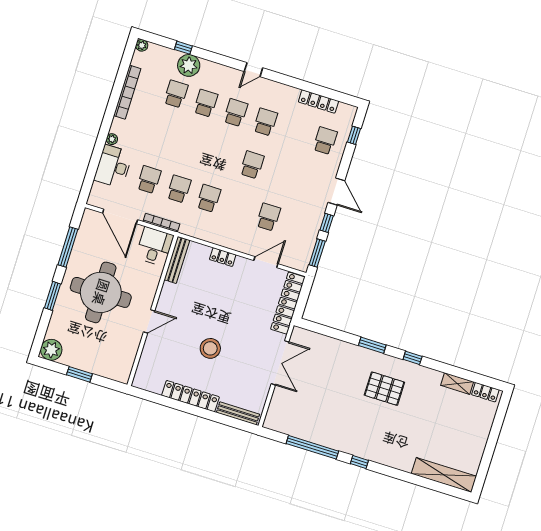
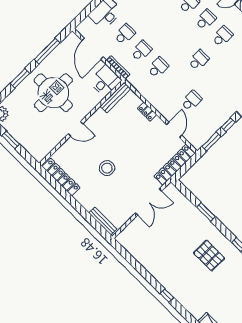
door: (266, 262) -> (174, 130), hinge flipped
window: (372, 345) -> (206, 212), moved
locker: (191, 396) -> (61, 177), moved
window: (312, 447) -> (141, 270), removed

